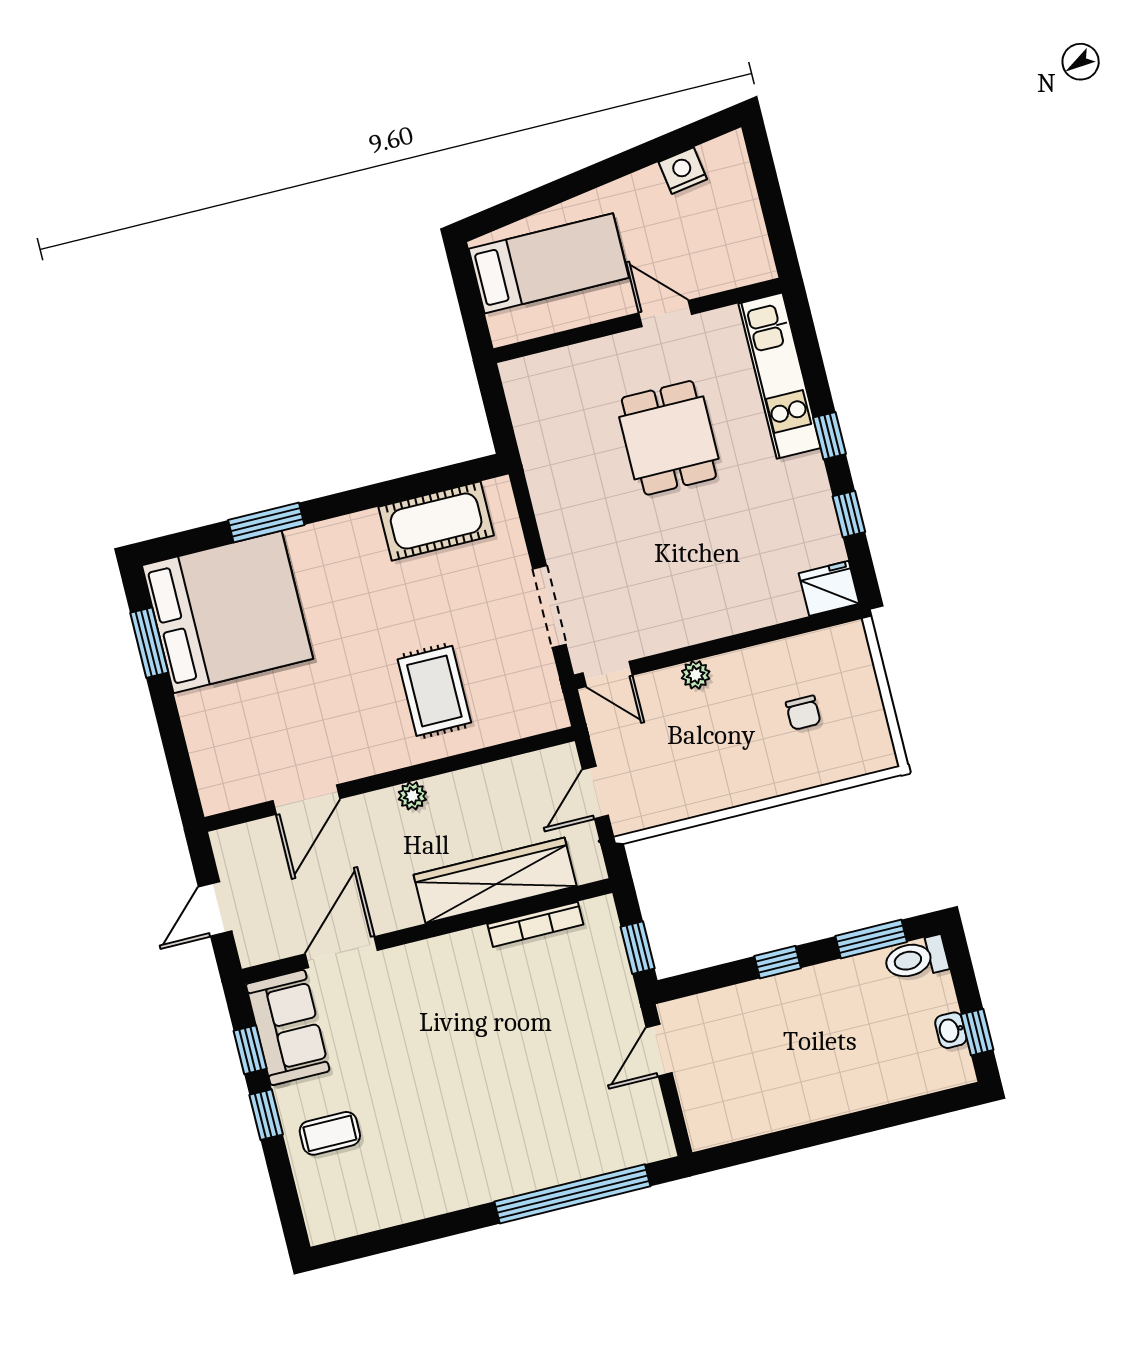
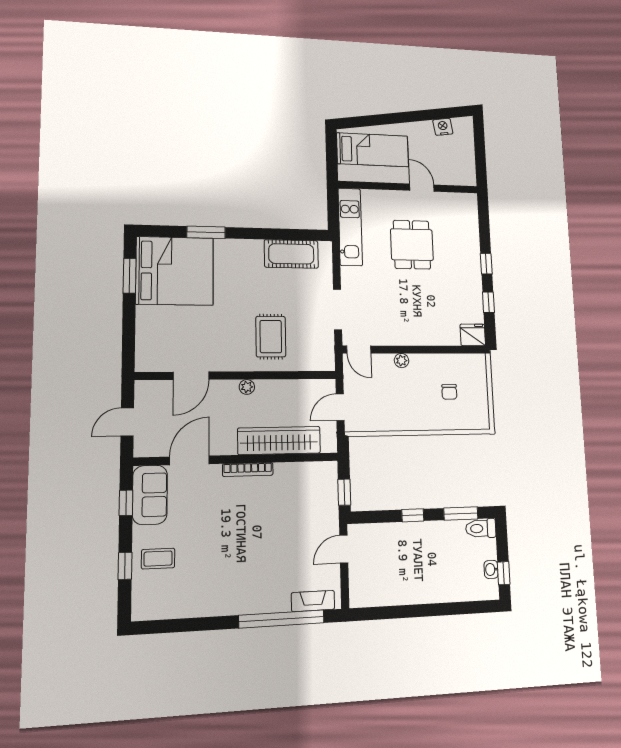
kitchen unit: (780, 376) -> (350, 227), moved, turned 180
bookcase: (535, 924) -> (248, 469), moved
window: (266, 1115) -> (125, 566), moved
fireplace: (622, 1152) -> (313, 601), added

